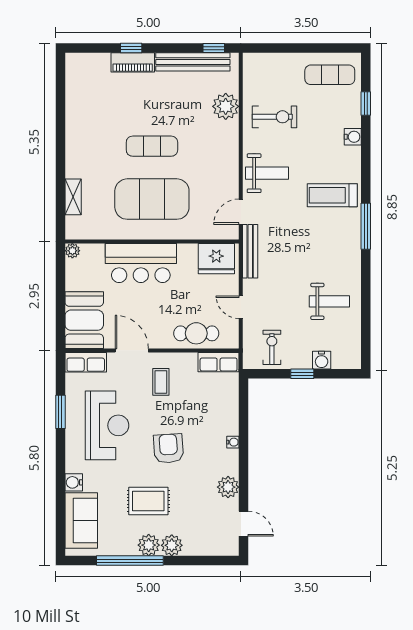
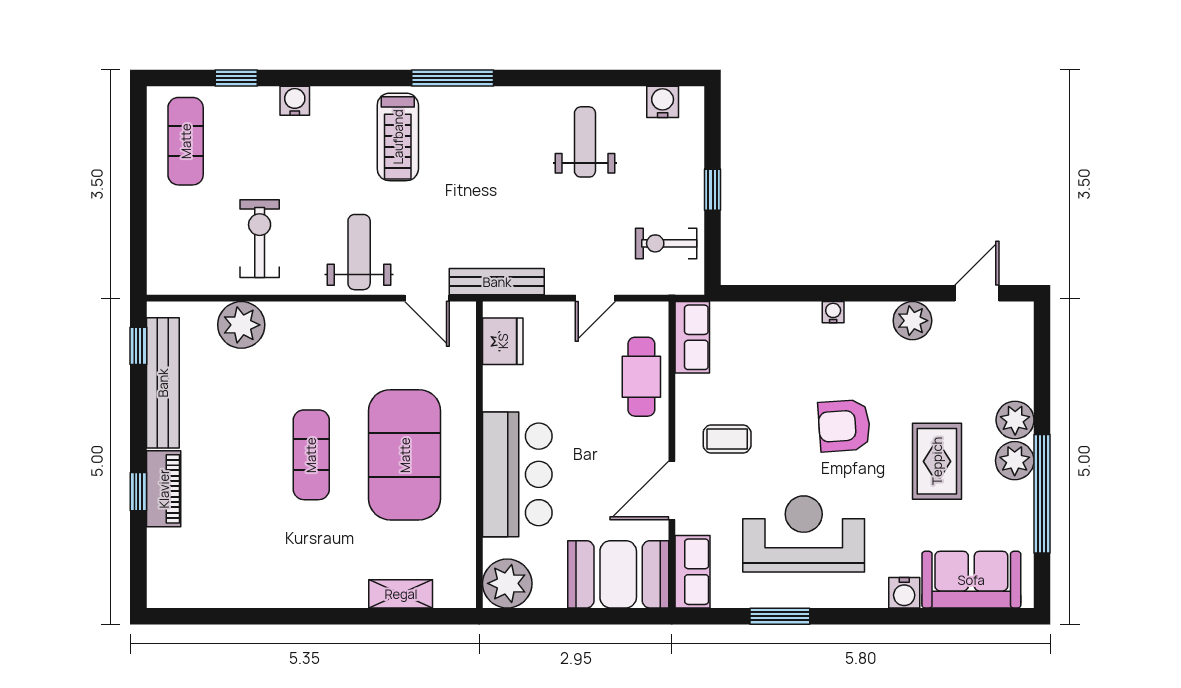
plant: (72, 251) -> (507, 583), width x1.88, depth x1.88
fridge: (216, 259) -> (503, 341), width x0.73, depth x0.75
water cooler: (322, 360) -> (663, 102), moved, turned -90

